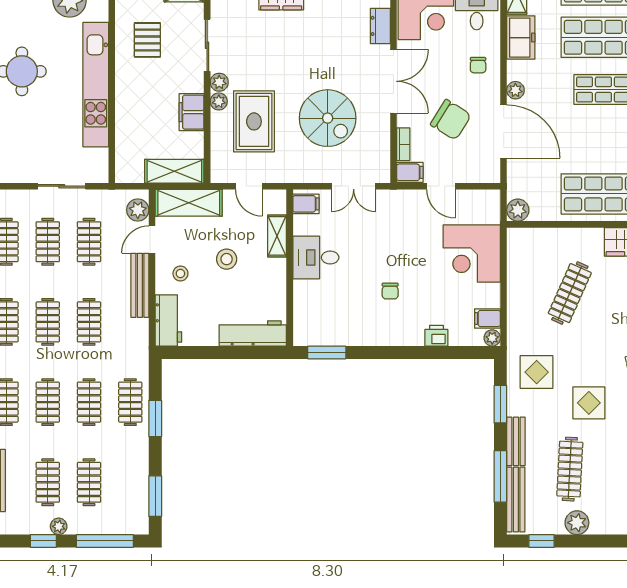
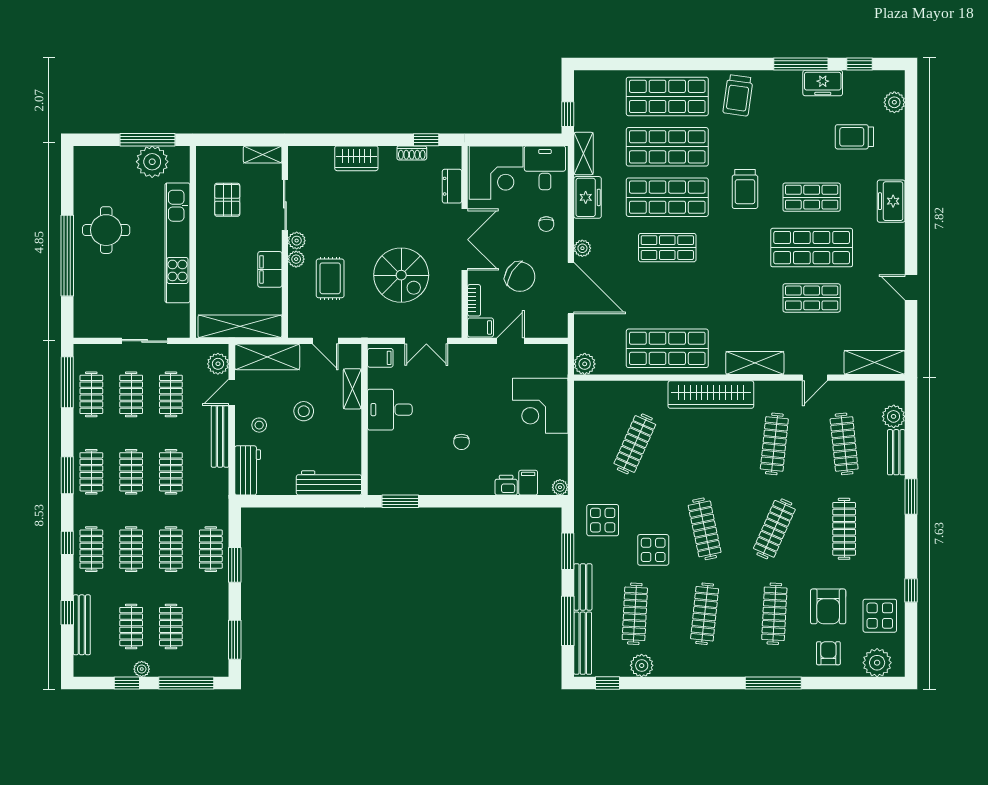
rug: (254, 121) -> (330, 278), width x0.73, depth x0.70
shelving: (174, 171) -> (240, 326), width x1.47
door: (441, 186) -> (511, 341), swing flipped
filing cabinet: (487, 318) -> (528, 483), moved, turned 90

